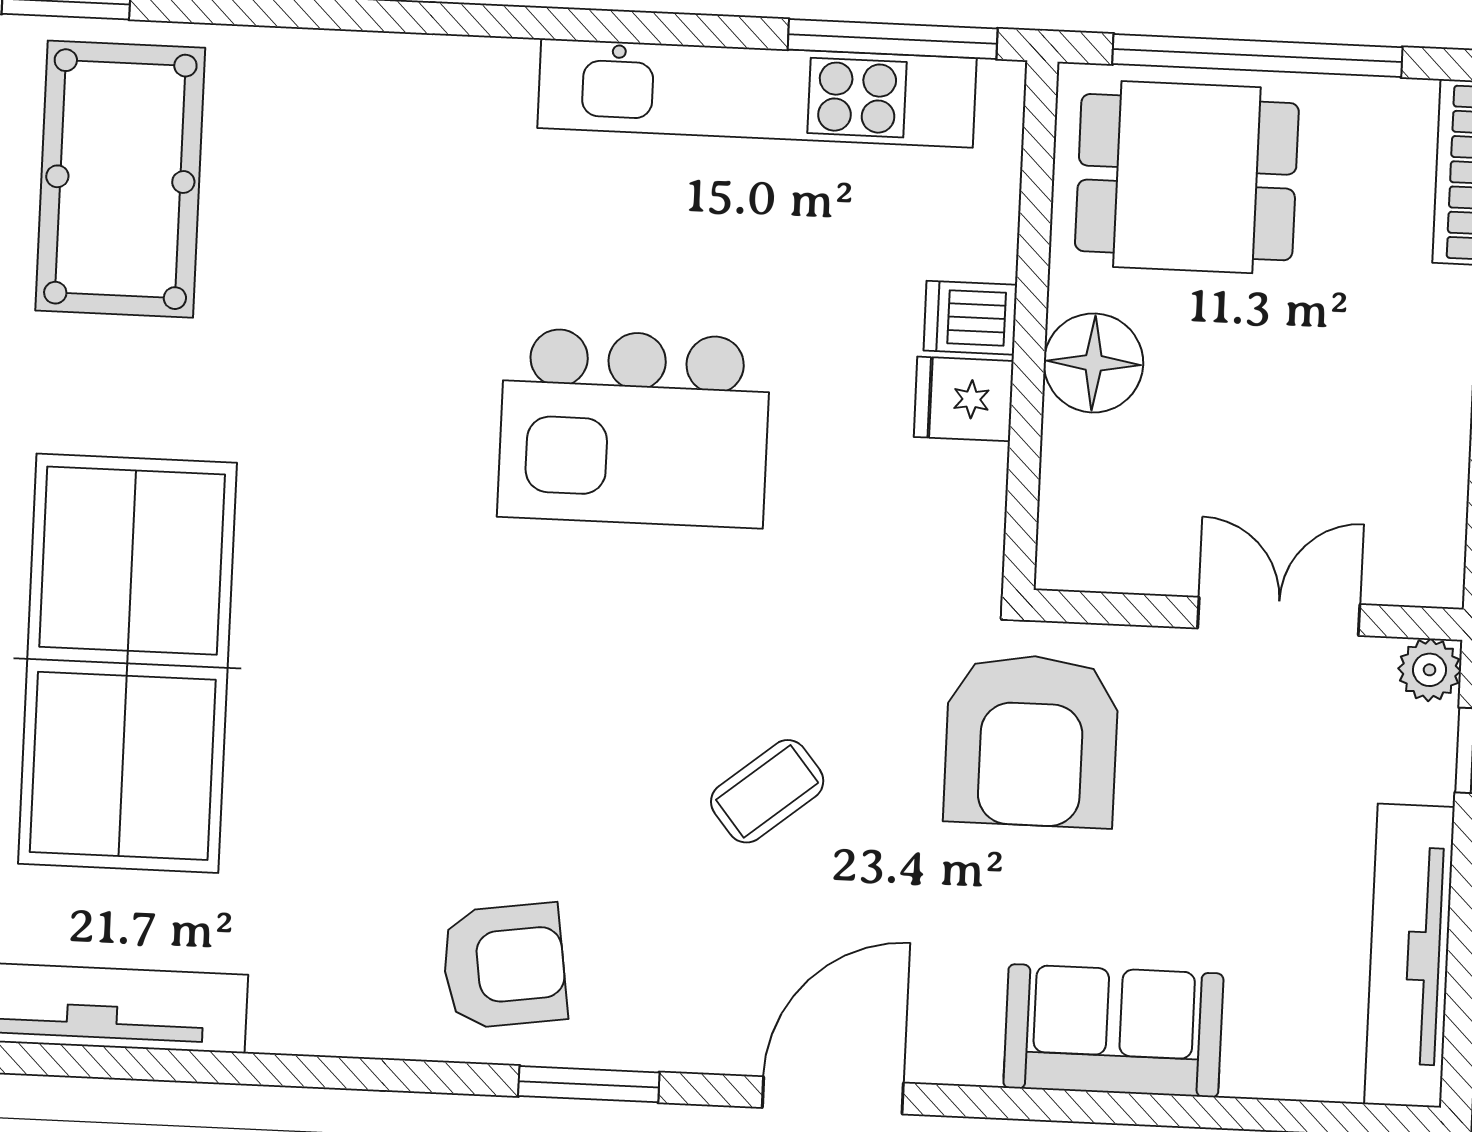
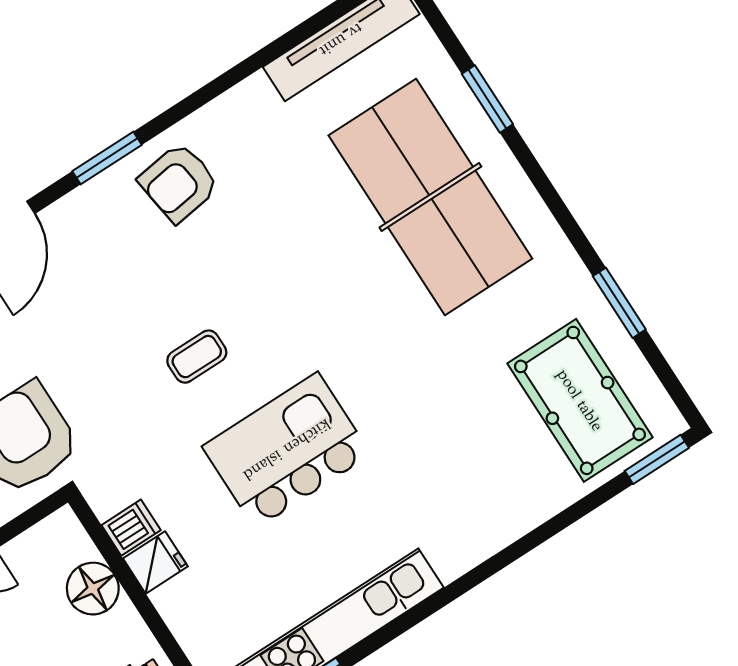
dishwasher: (970, 318) -> (131, 528), moved
floor lamp: (1094, 363) -> (93, 589), moved
coffee table: (767, 791) -> (197, 357), moved, turned 39

